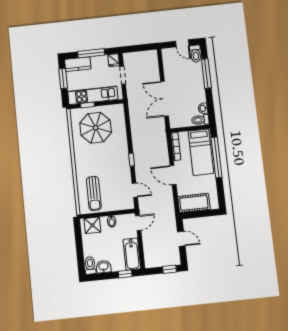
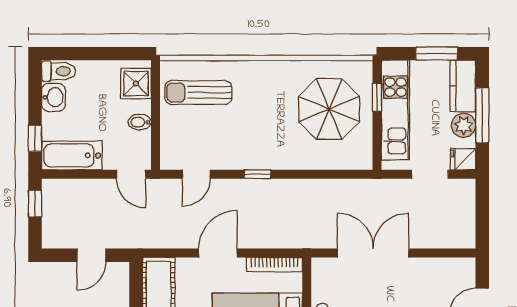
plant: (97, 62) -> (464, 125), added
window: (170, 269) -> (35, 204), moved

